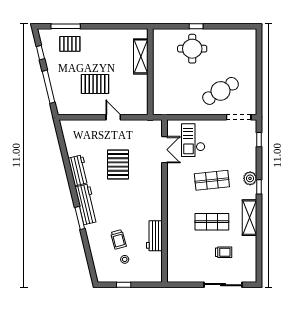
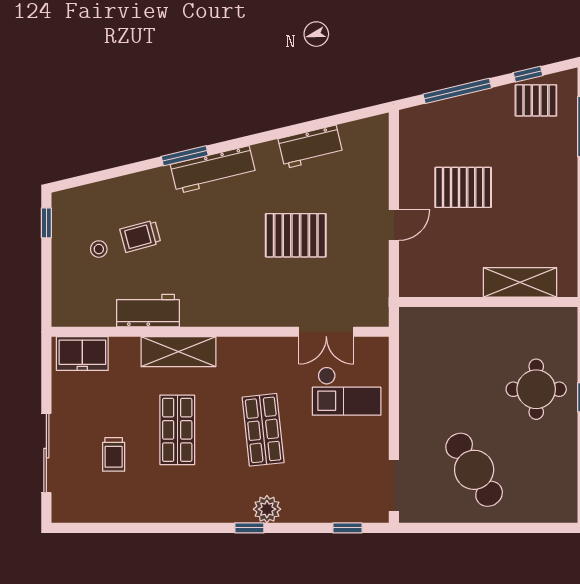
pallet: (70, 44) -> (536, 100), moved, turned 90
pallet: (95, 84) -> (463, 187), turned 90
cafe table: (221, 91) -> (474, 470), moved
checkout: (193, 140) -> (347, 391), turned 180
workbench: (79, 170) -> (310, 147), moved
shelving: (249, 218) -> (178, 352), moved
freezer: (175, 267) -> (82, 354), added
window: (124, 285) -> (46, 223), moved

